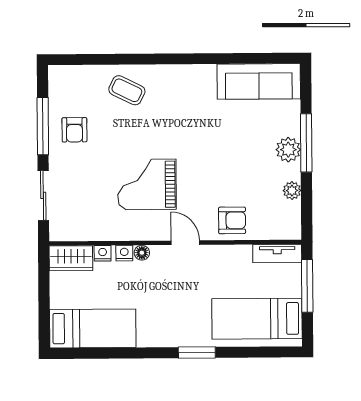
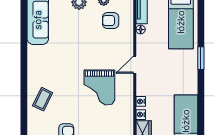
armchair: (232, 220) -> (111, 21), moved, turned -90
floor lamp: (142, 253) -> (141, 30), moved

